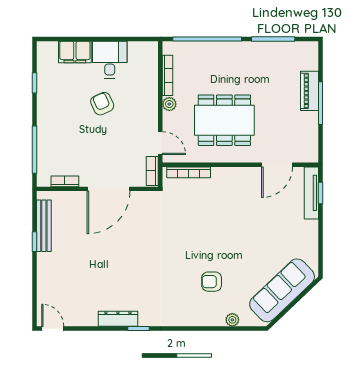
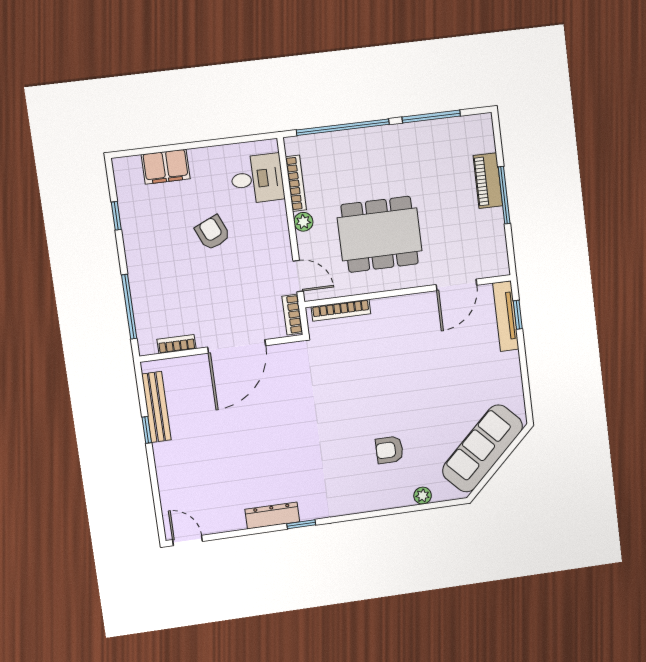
desk: (110, 60) -> (257, 179), moved, turned 90

